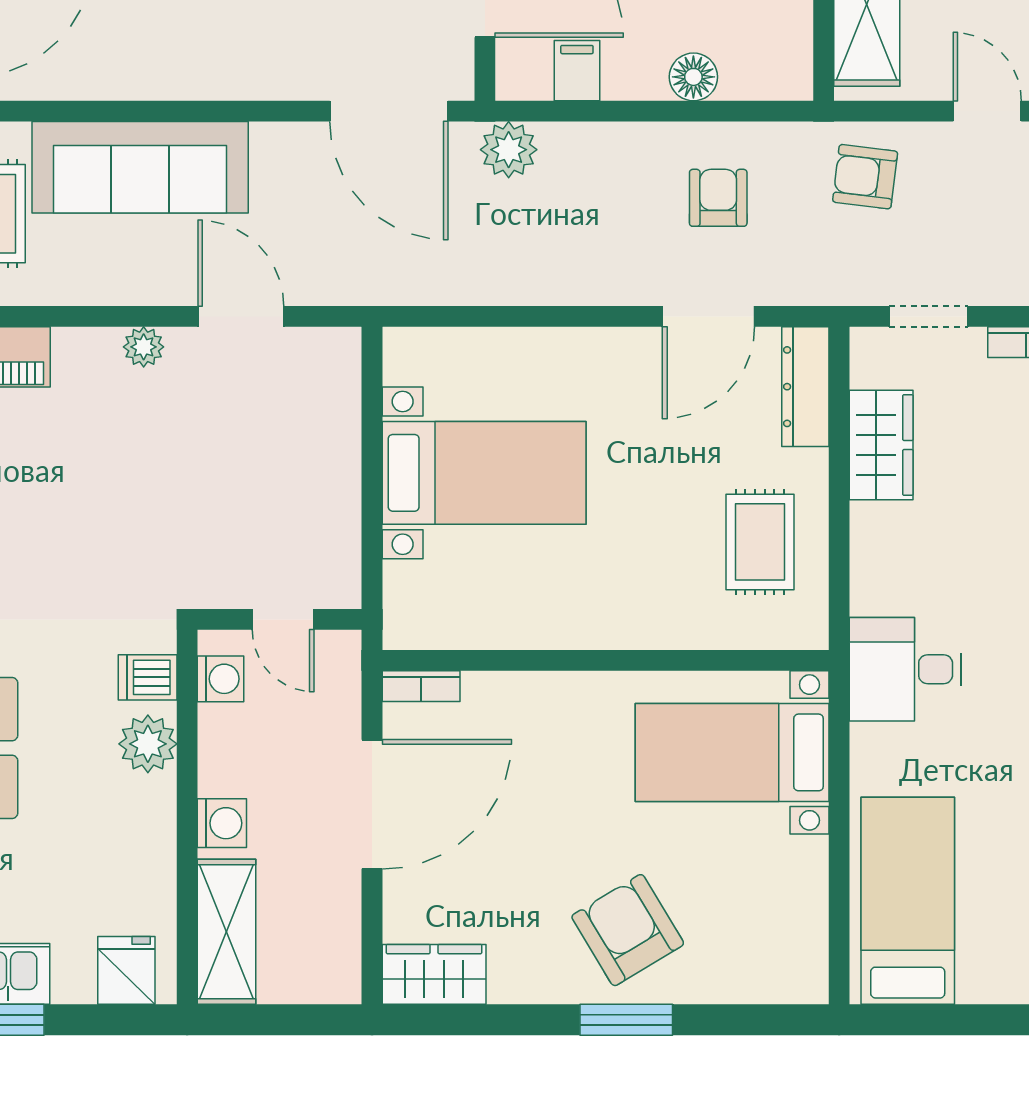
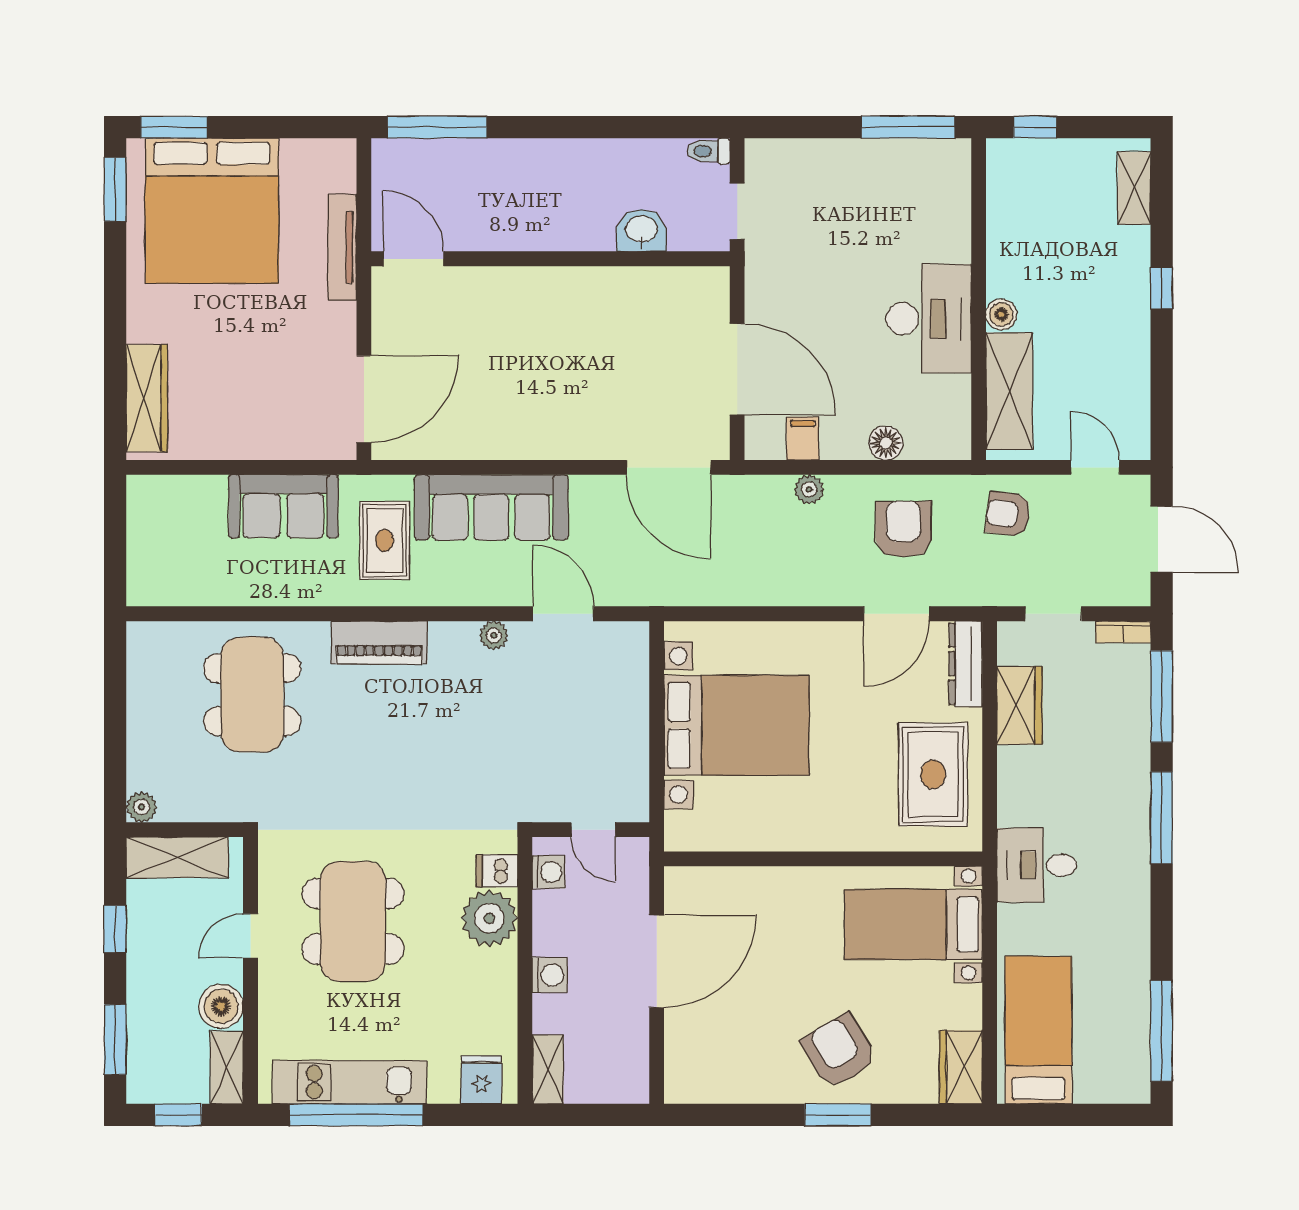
plant: (509, 150) -> (809, 489), moved, width x0.73, depth x0.73
armchair: (718, 198) -> (903, 529), width x1.38, depth x1.38
bed with nightstands: (484, 473) -> (736, 725), width x1.36
rug: (760, 542) -> (933, 774), width x1.36, depth x1.43
bookcase: (421, 686) -> (692, 877), removed
plant: (148, 744) -> (489, 918), width x1.36, depth x1.36
shelving: (226, 932) -> (548, 1070), width x0.67, depth x0.75
wardrobe: (434, 974) -> (961, 1067), moved, turned -90

